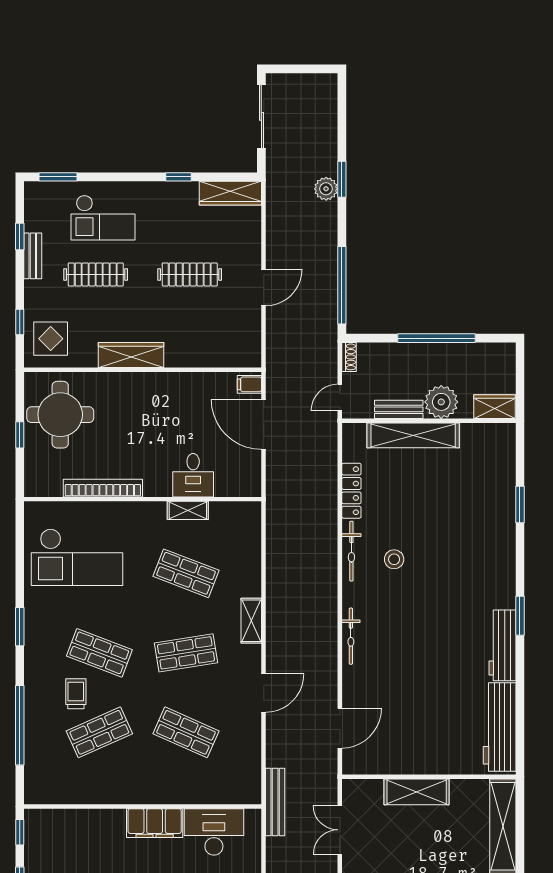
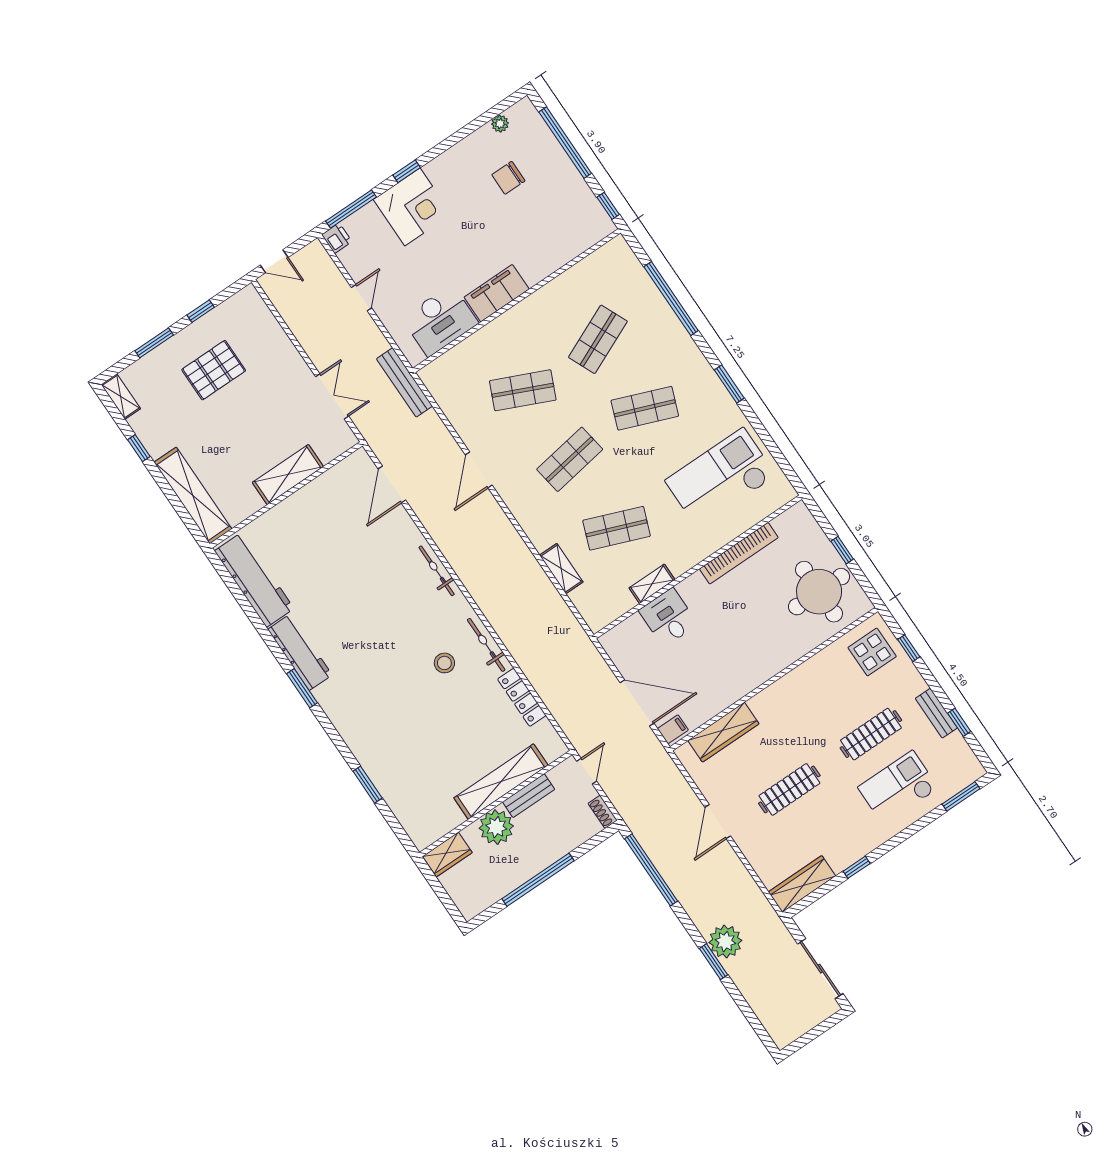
plant: (326, 189) -> (725, 942), width x1.36, depth x1.36
wardrobe: (131, 355) -> (723, 732), moved
shelving: (251, 621) -> (561, 569), moved
trolley: (76, 694) -> (641, 359), removed

